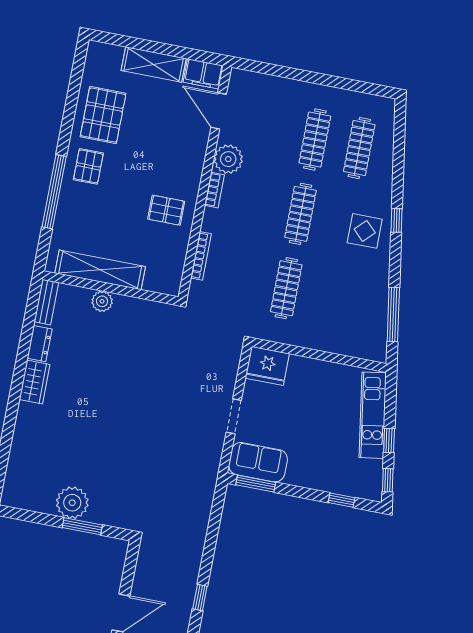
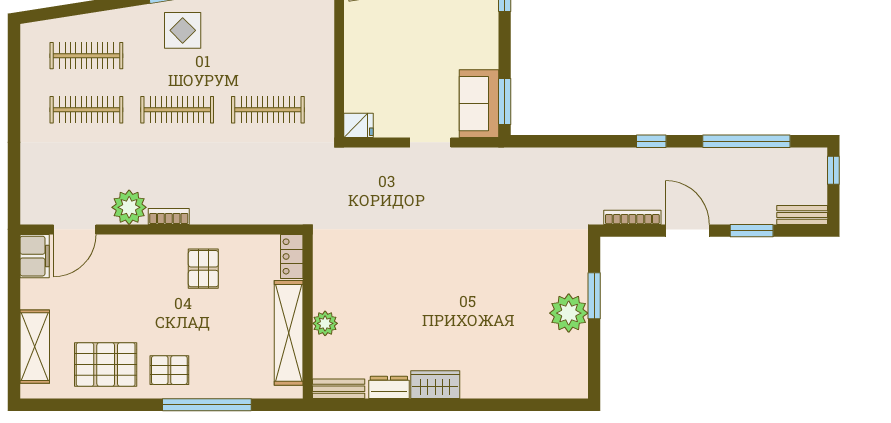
shelving: (154, 64) -> (35, 347), moved
bookcase: (201, 256) -> (632, 217), moved
locker: (162, 285) -> (292, 256), added
fridge: (267, 366) -> (359, 125), width x0.53, depth x0.75

